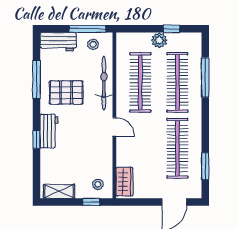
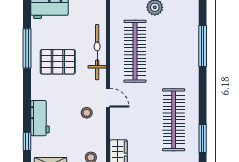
stool: (93, 44) -> (87, 113), moved
clothes rail: (177, 82) -> (174, 51), removed
workbench: (49, 131) -> (40, 118), moved
window: (37, 140) -> (27, 141), moved

